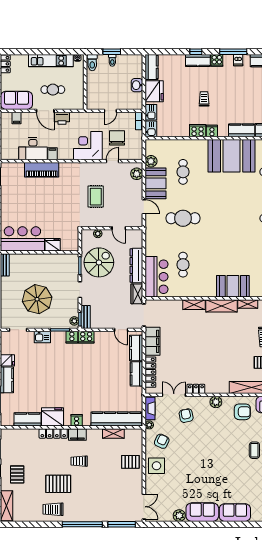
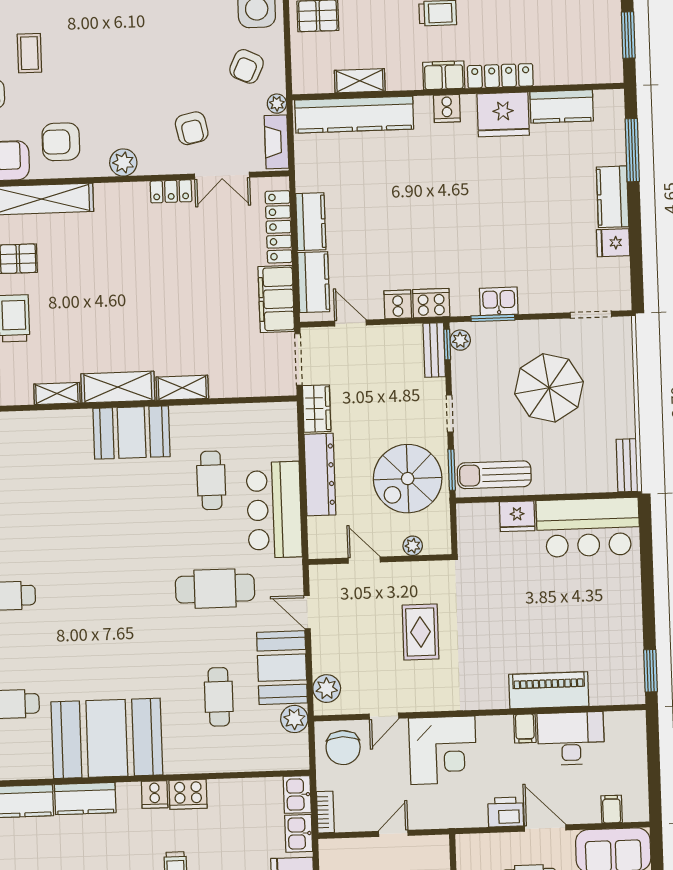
chair: (117, 138) -> (343, 748), moved
sun lounger: (62, 263) -> (494, 475), added
bar counter: (156, 277) -> (274, 510), moved
booth: (233, 286) -> (132, 432), moved
kitchen sink: (42, 337) -> (499, 301), moved
cooker: (72, 337) -> (398, 304), moved

